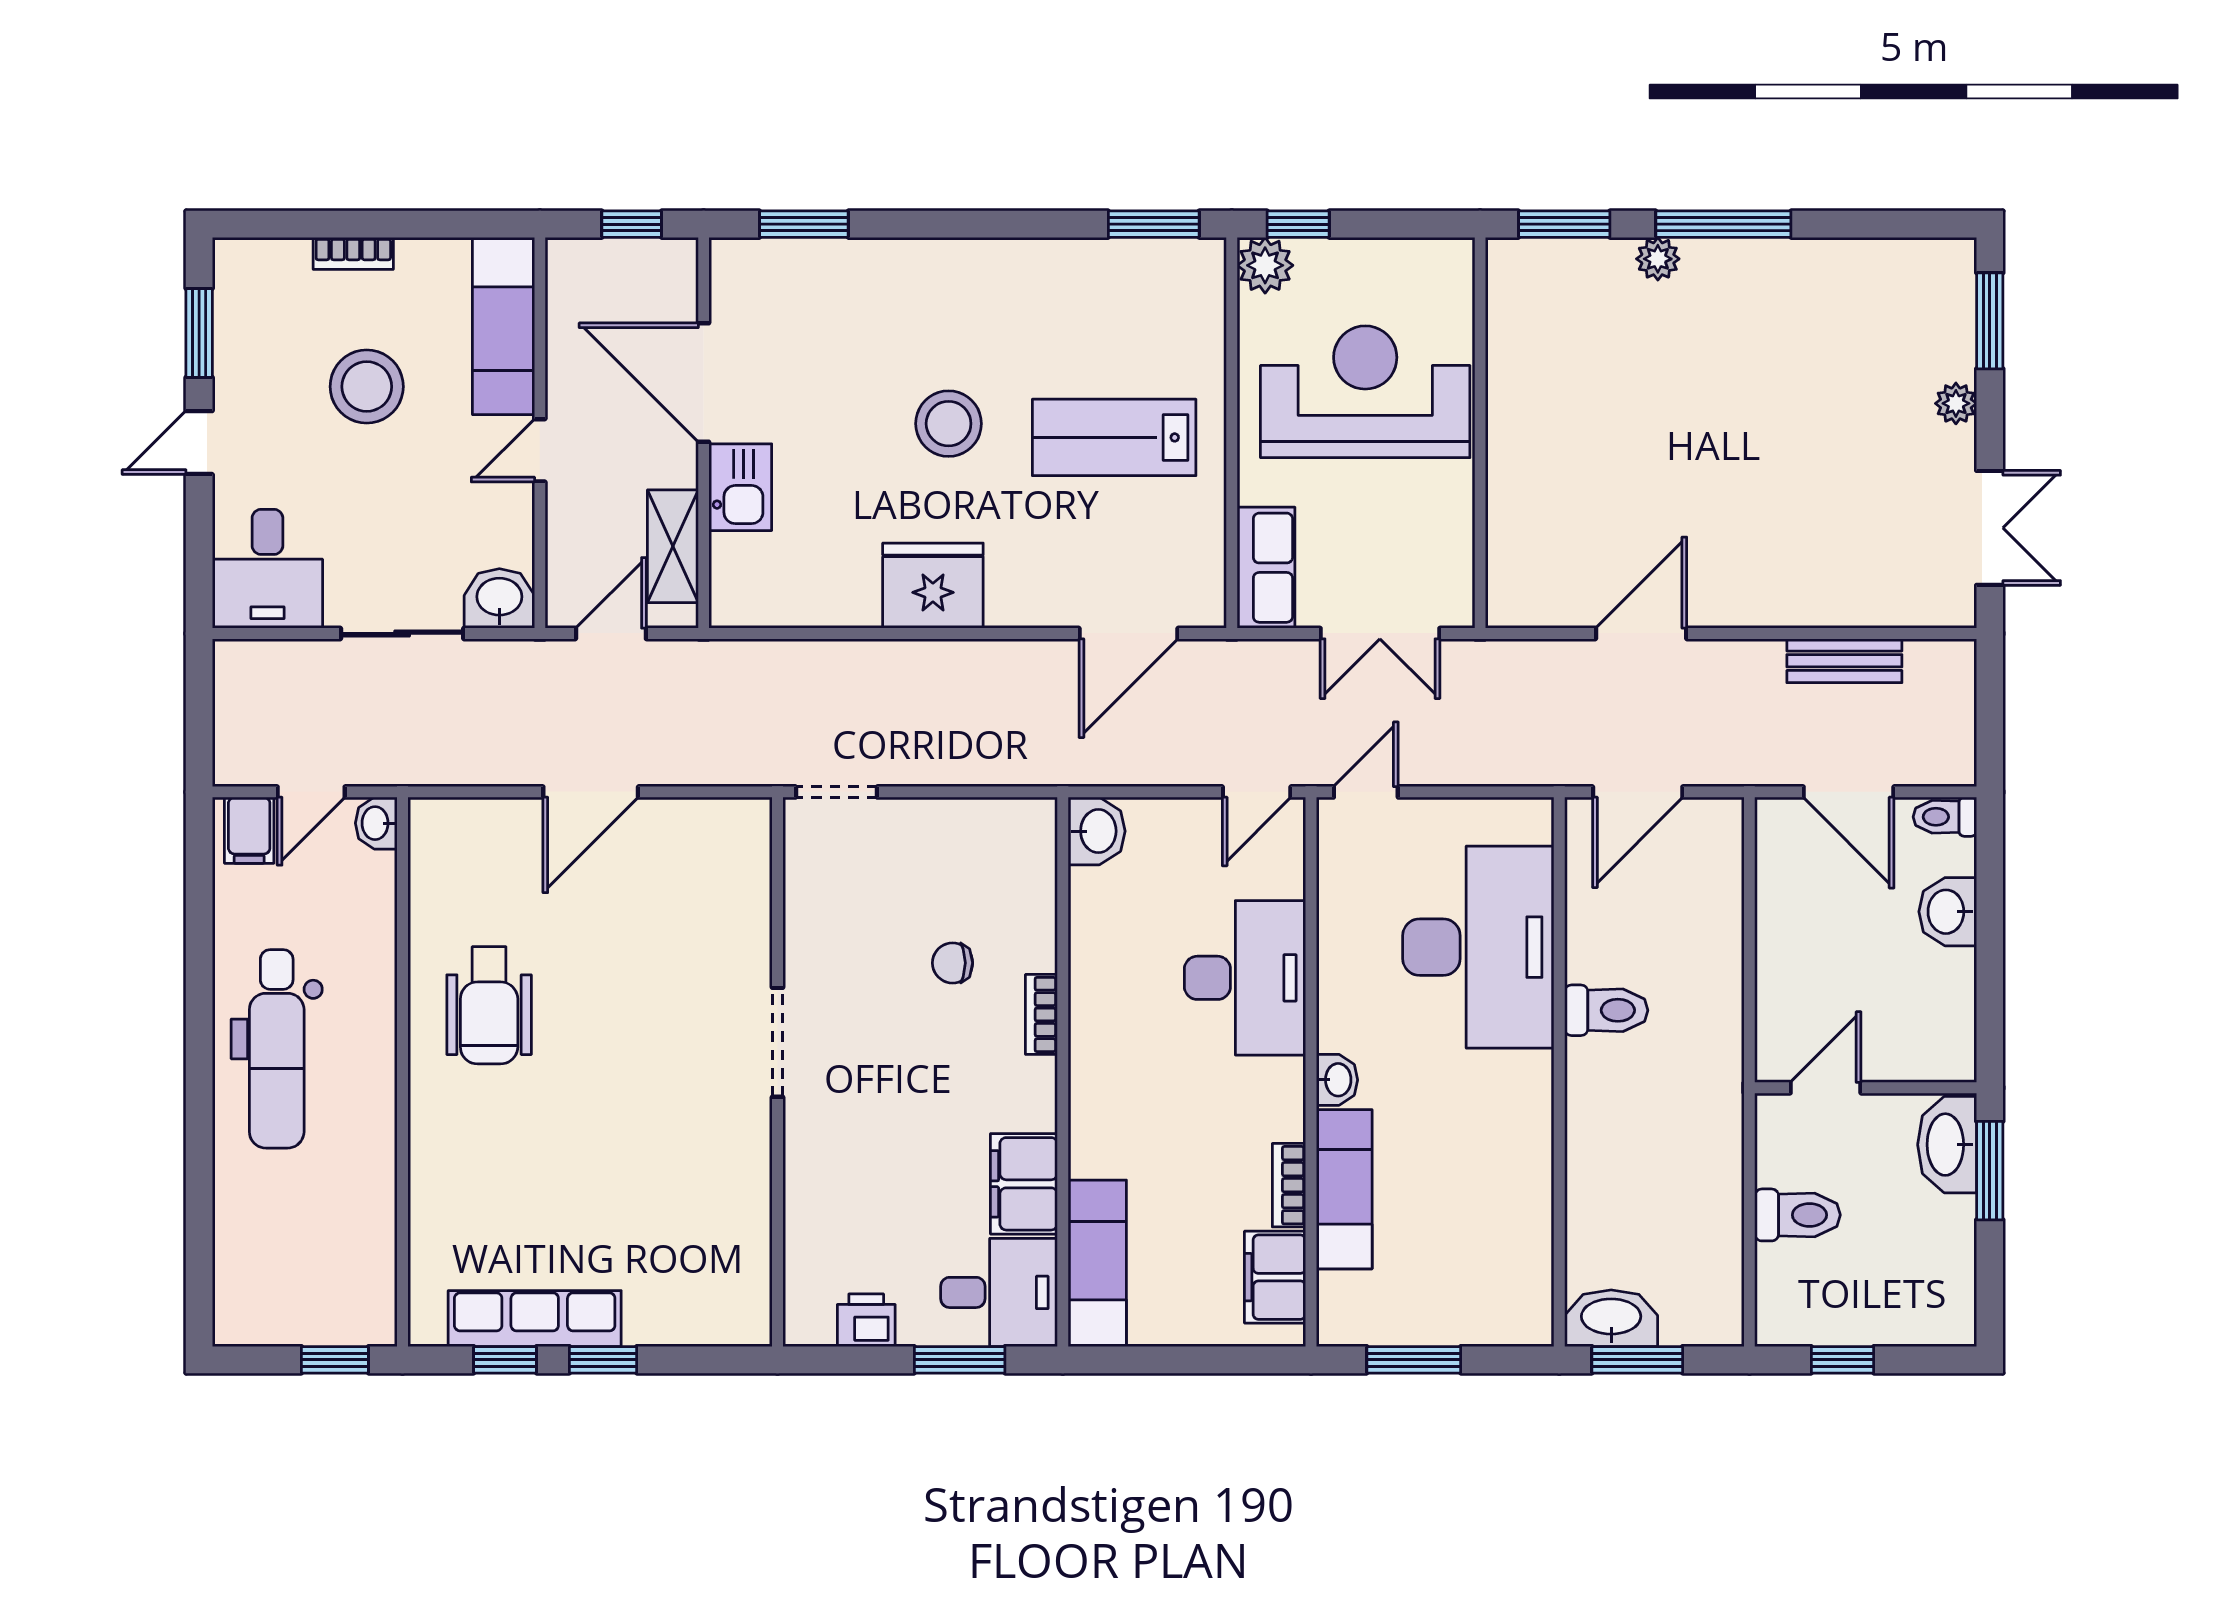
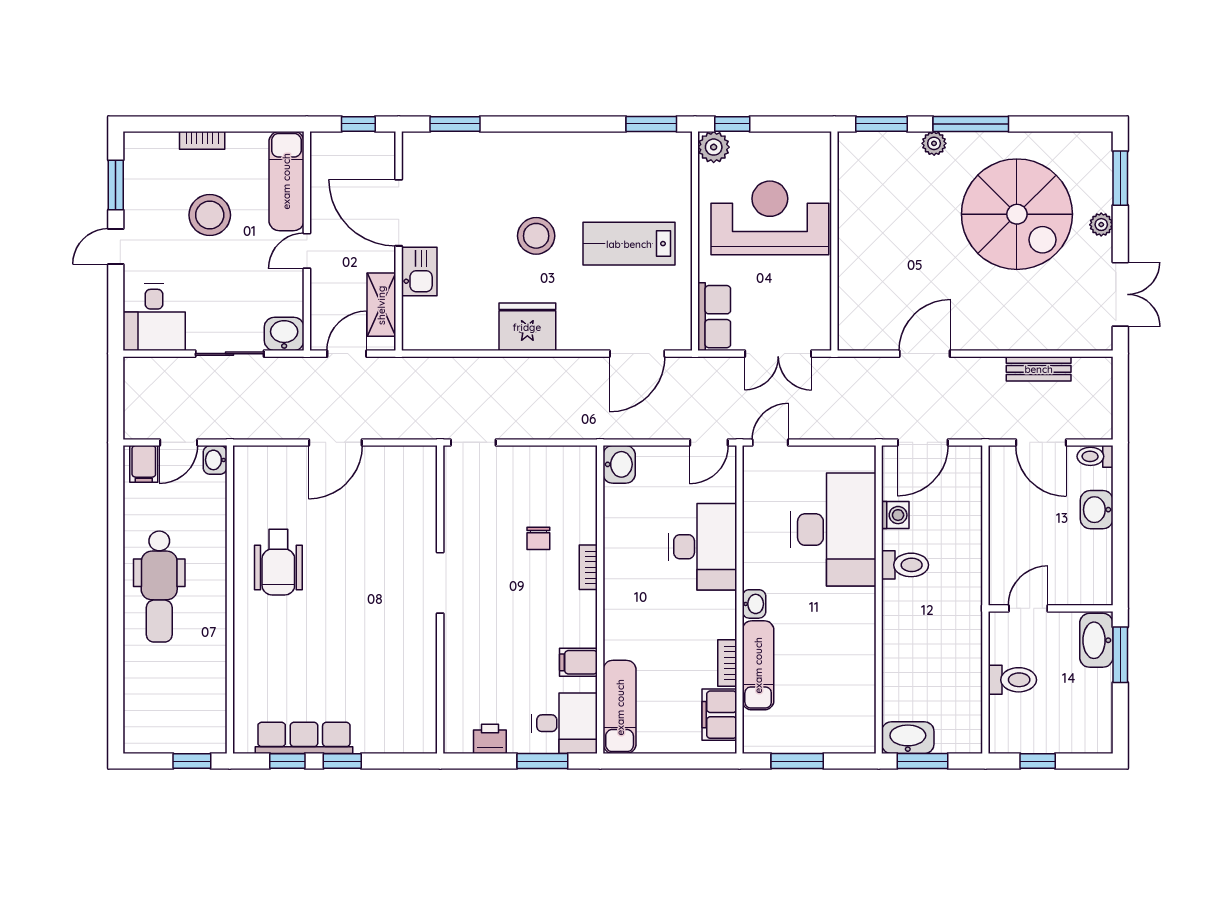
spiral stairs: (1806, 385) -> (1017, 214), added
washing machine: (1589, 921) -> (895, 515), added
chair: (953, 963) -> (538, 538), turned -90
filing cabinet: (1024, 1184) -> (578, 662), width x0.50

